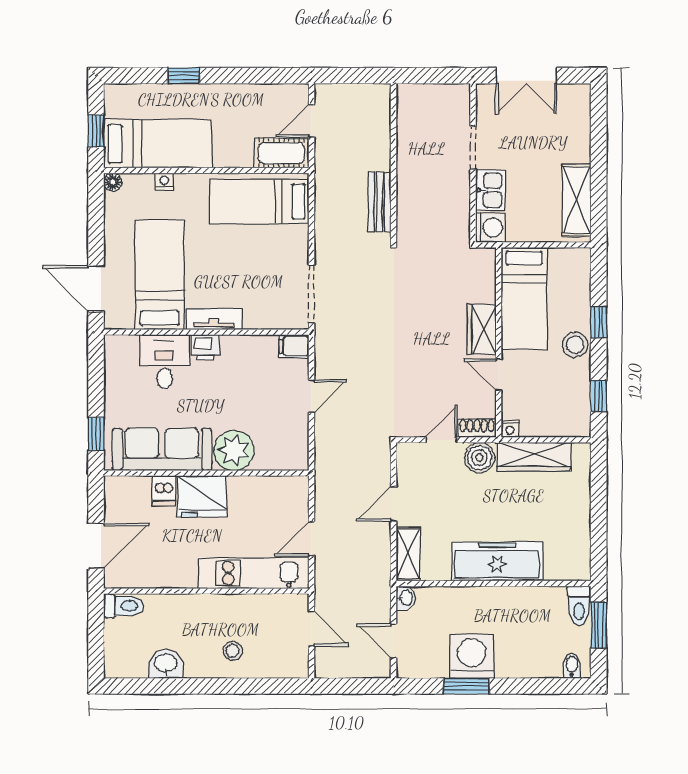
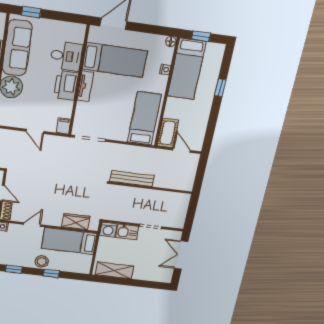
bench: (380, 202) -> (132, 178), width x1.36
wardrobe: (482, 329) -> (76, 222), moved
printer: (206, 347) -> (66, 85), width x1.87, depth x1.48

